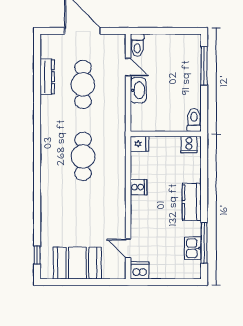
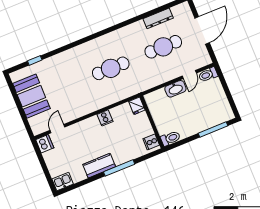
kitchen counter: (192, 202) -> (99, 166), moved
window: (204, 243) -> (119, 168), moved
kitchen sink: (193, 248) -> (63, 182), moved
window: (37, 255) -> (35, 60), moved

